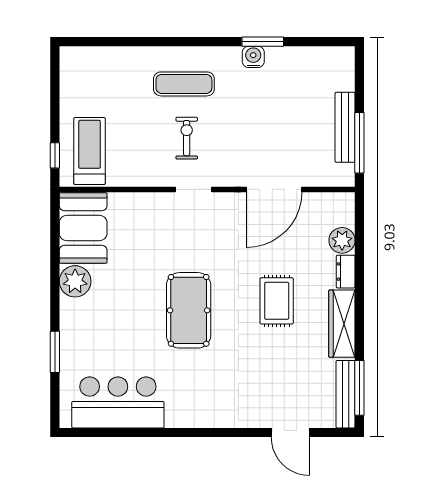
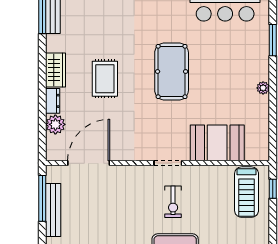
door: (274, 189) -> (89, 163), moved
booth: (83, 228) -> (217, 143), moved, turned 90
plant: (75, 281) -> (263, 88), width x0.53, depth x0.53
wardrobe: (342, 324) -> (56, 70), width x0.67

